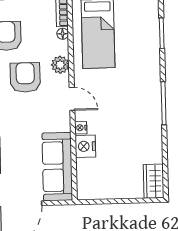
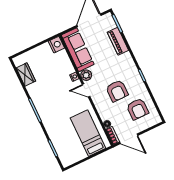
plant: (60, 65) -> (86, 75), moved
nightstand: (85, 146) -> (56, 45), moved
wardrobe: (154, 181) -> (26, 74), moved

